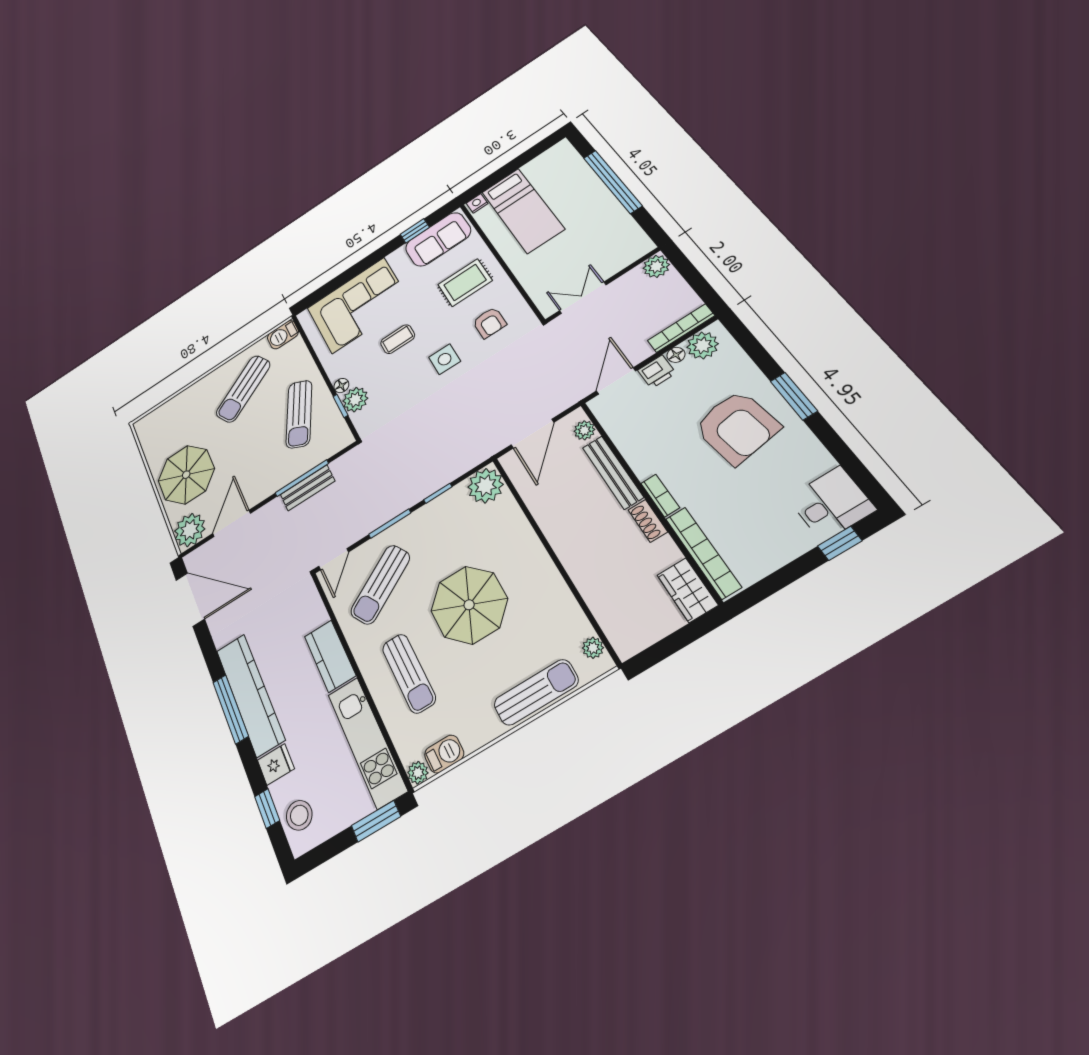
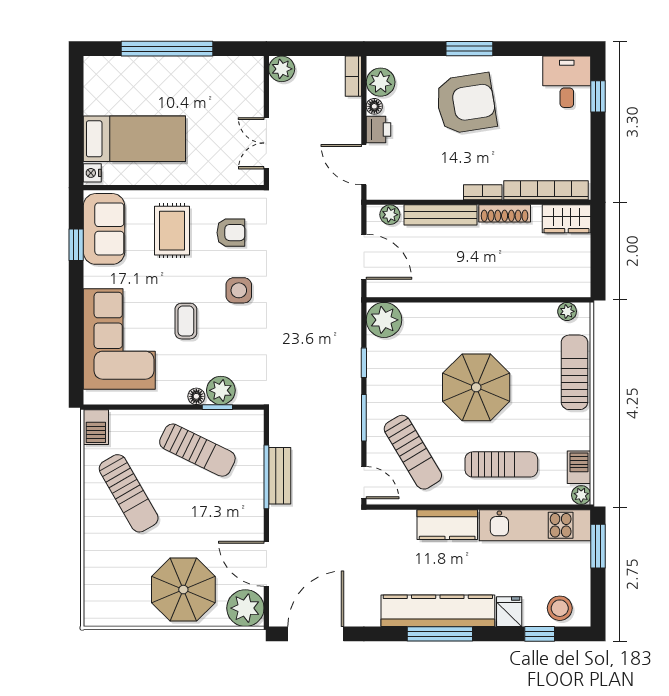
bookcase: (681, 328) -> (353, 76), width x0.64
shoe rack: (648, 521) -> (505, 213), width x1.43

